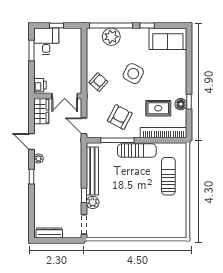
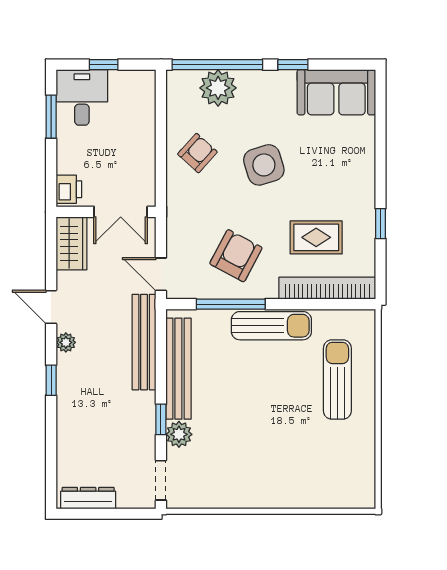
side table: (133, 74) -> (264, 165), turned 45
armchair: (98, 82) -> (197, 153), moved
floor lamp: (181, 104) -> (363, 229), removed
bench: (76, 158) -> (144, 342), added

